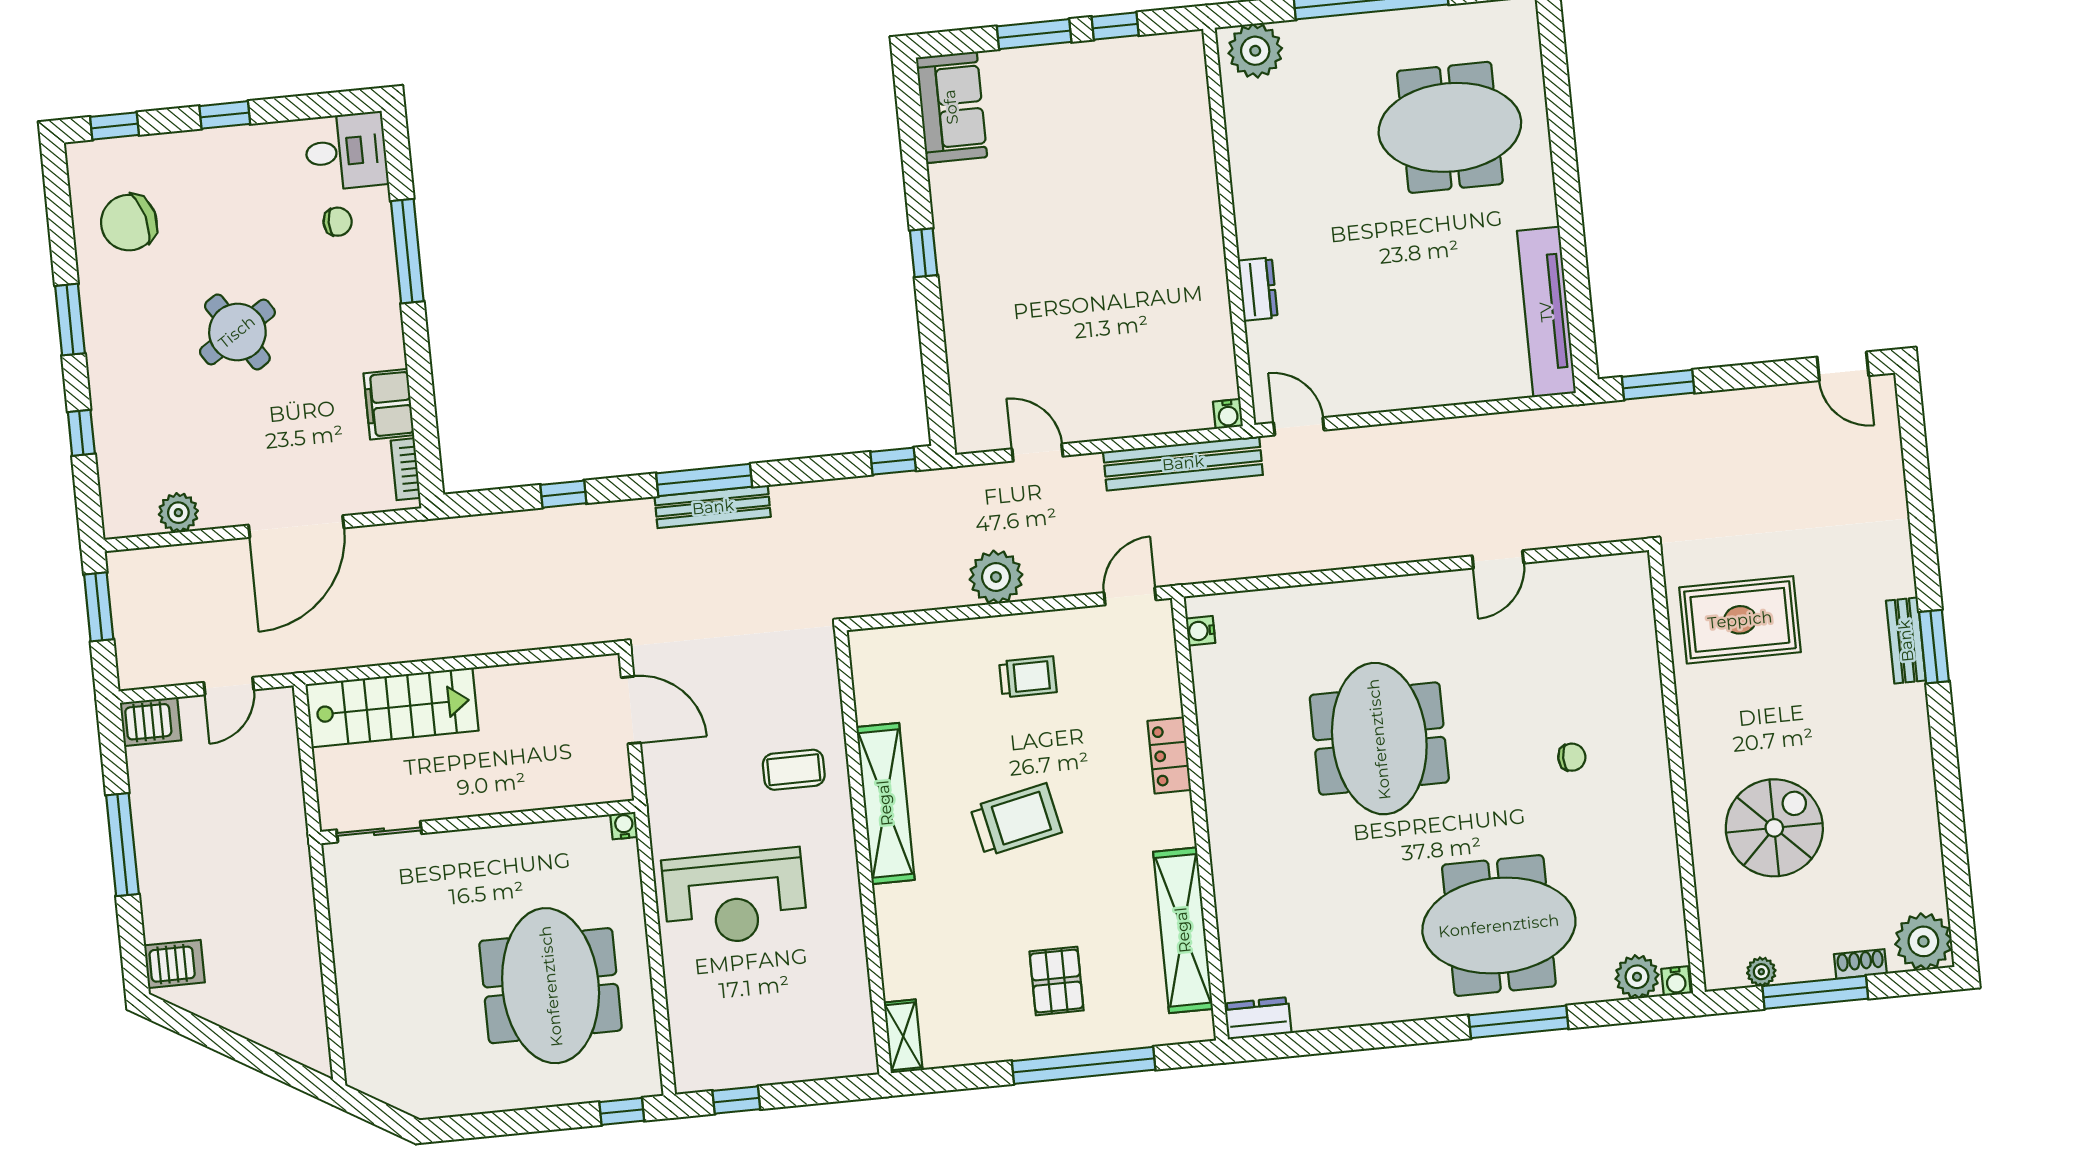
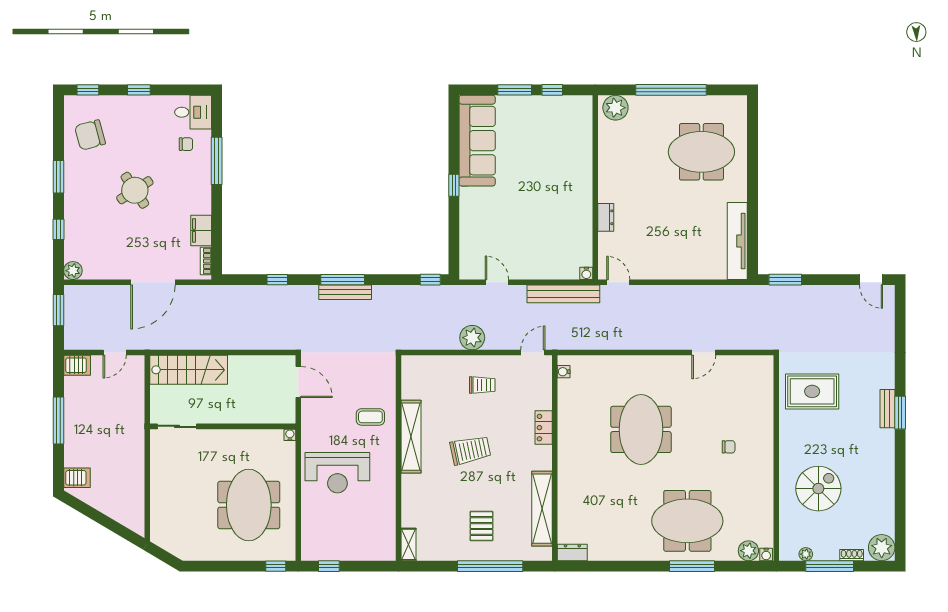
sofa: (951, 107) -> (477, 141), width x1.85, depth x1.27
plant: (178, 513) -> (73, 271), moved

